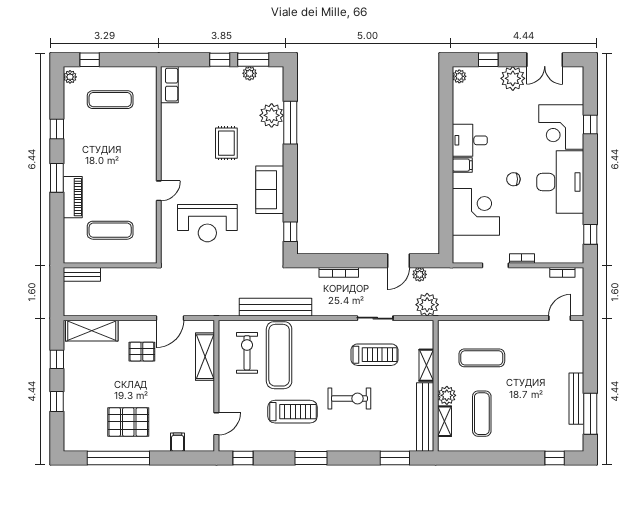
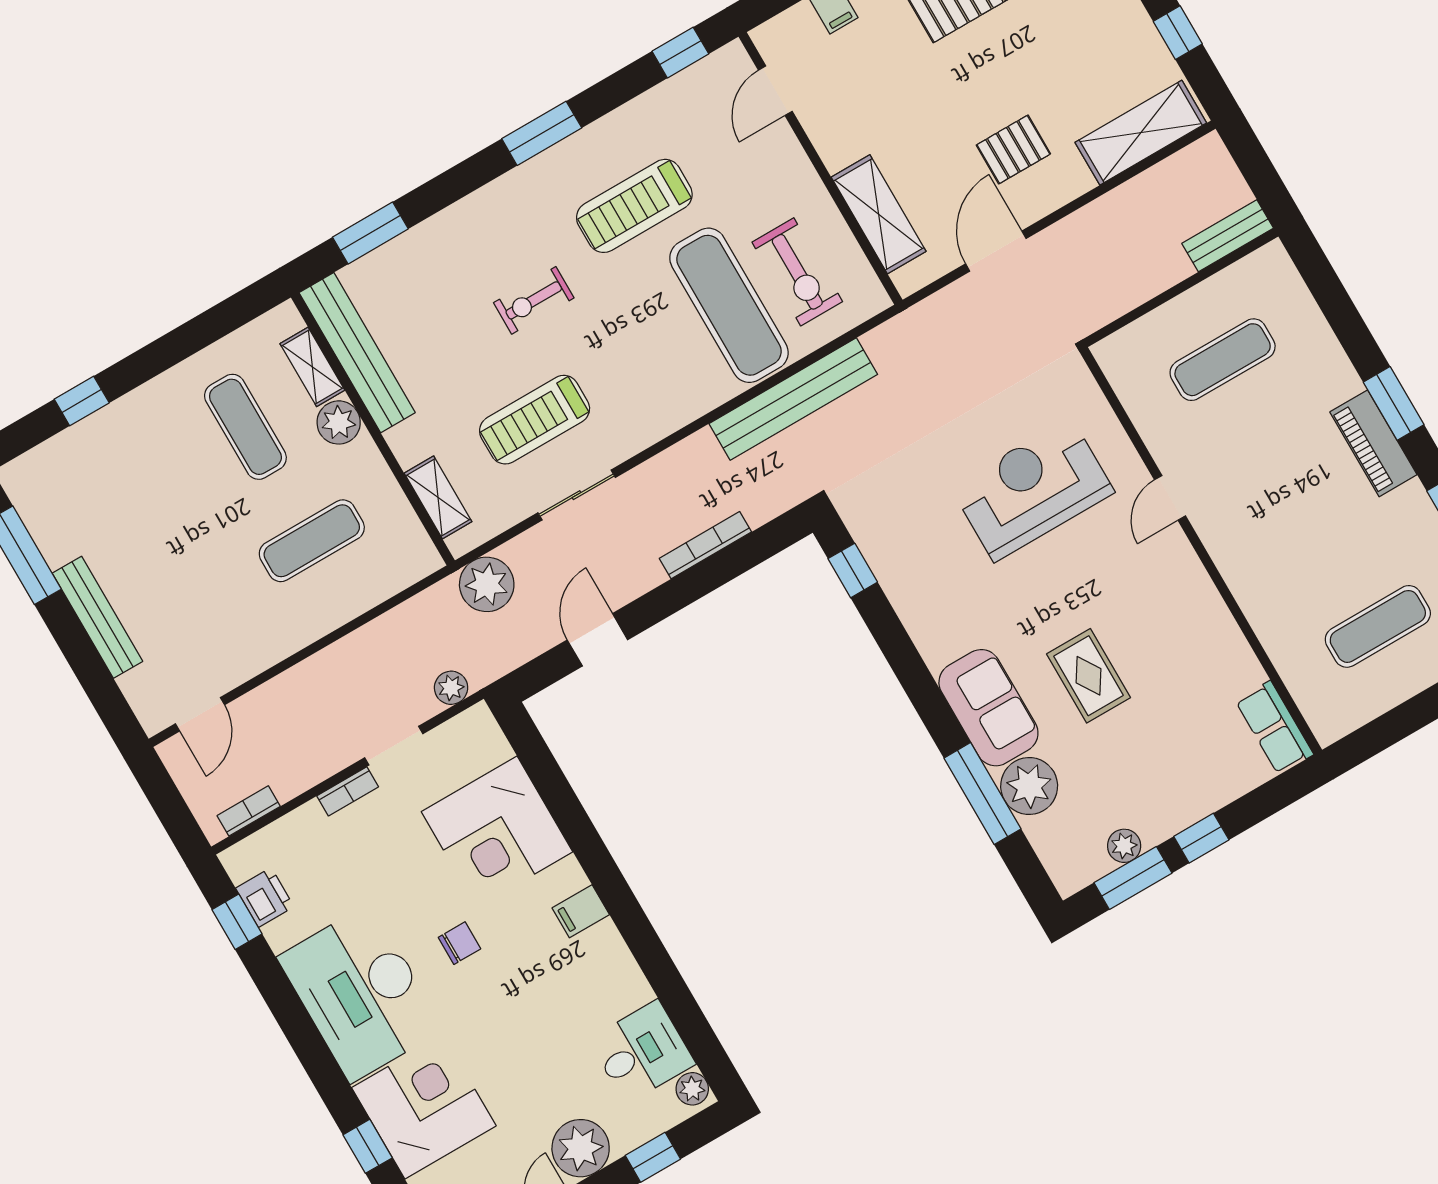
desk: (470, 140) -> (642, 1052), moved
sofa: (270, 190) -> (988, 708), moved
piano: (73, 197) -> (1373, 443), moved
printer: (575, 237) -> (265, 897), added
plant: (420, 274) -> (451, 688), moved
shelving: (426, 365) -> (438, 497), moved
exercise bike: (349, 399) -> (534, 300), width x0.73, depth x0.72
bench: (576, 399) -> (97, 617), moved
window: (555, 458) -> (82, 401), moved

